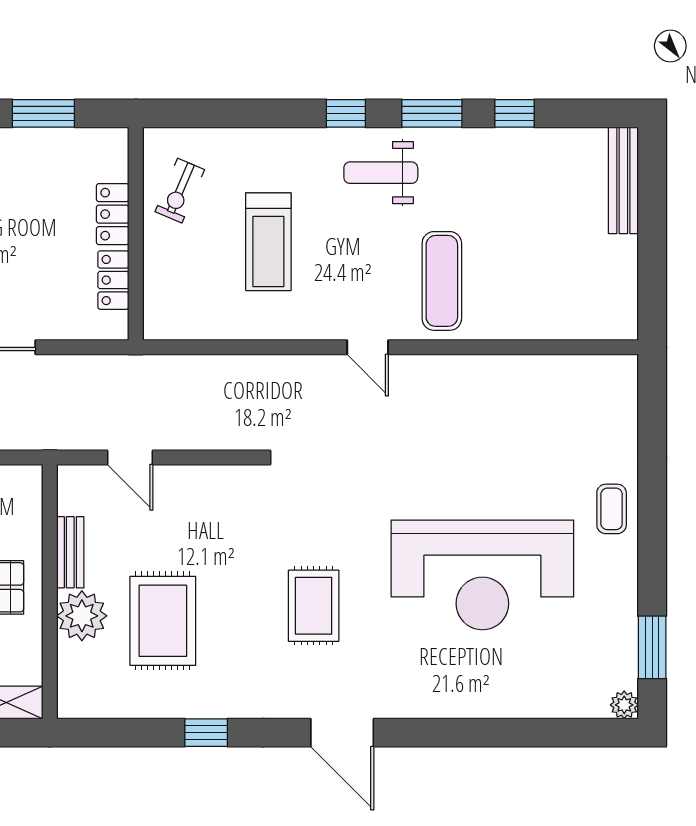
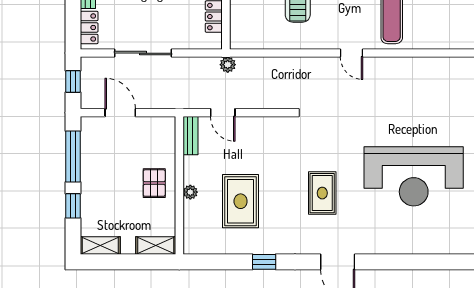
plant: (139, 369) -> (228, 65), added
bench: (70, 552) -> (190, 136), moved
plant: (82, 616) -> (190, 192), width x0.53, depth x0.53

